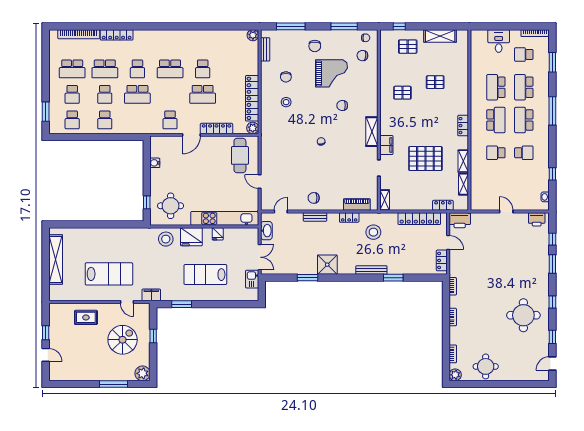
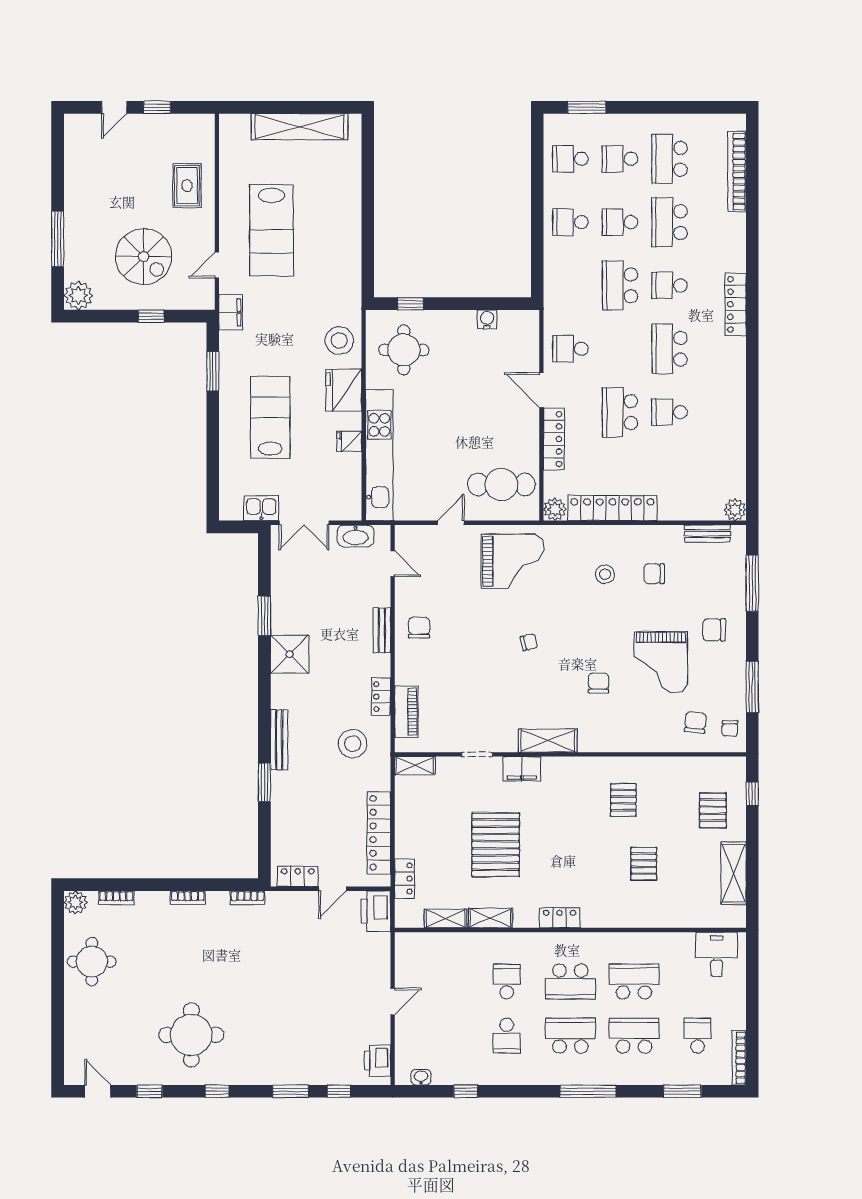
locker: (117, 35) -> (736, 304), moved
desk: (499, 41) -> (717, 954), moved, turned -90
grand piano: (279, 150) -> (513, 561), added

